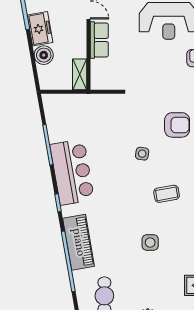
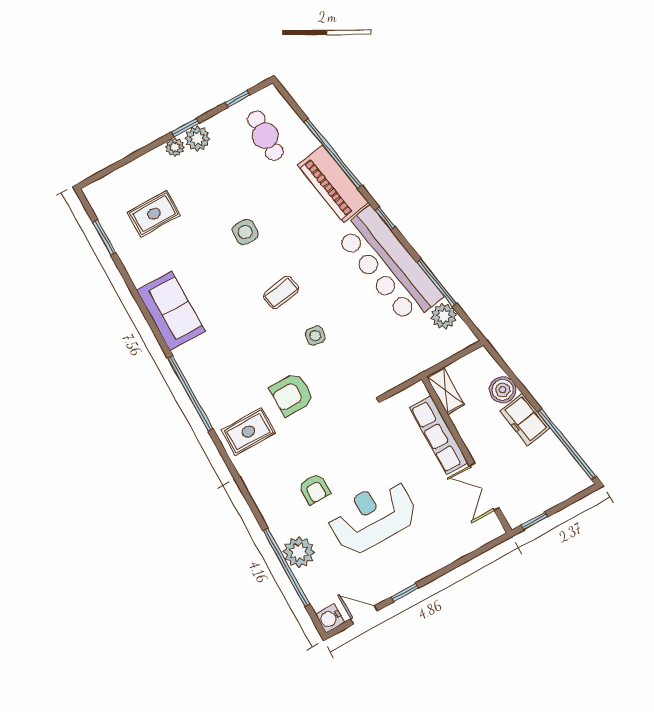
row of seats: (99, 40) -> (439, 435), width x1.48
plant: (55, 121) -> (444, 316), added
bar counter: (72, 172) -> (389, 266), width x1.36
coffee table: (167, 194) -> (281, 292), moved

